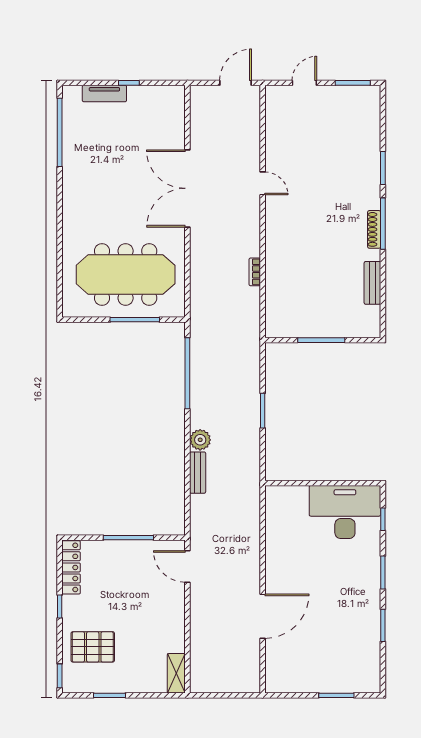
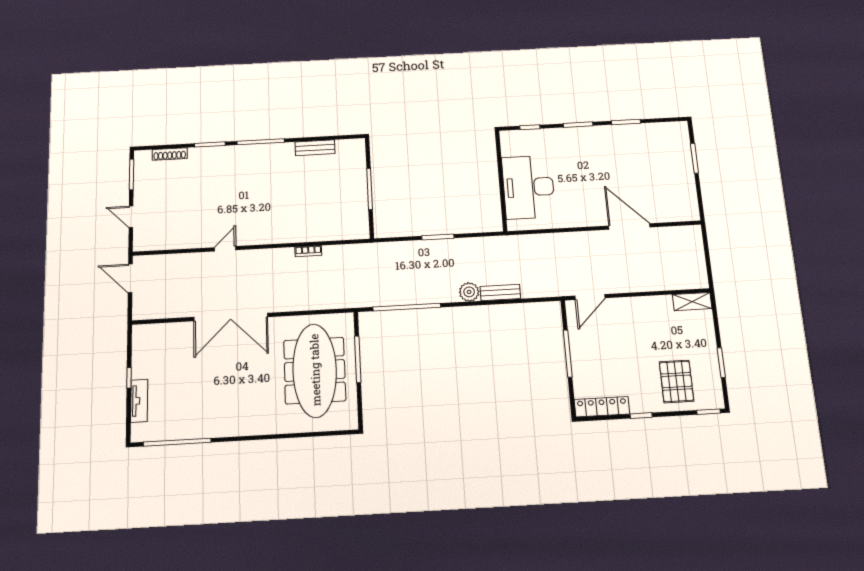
shoe rack: (374, 229) -> (170, 154), moved
desk: (345, 512) -> (528, 187), moved

